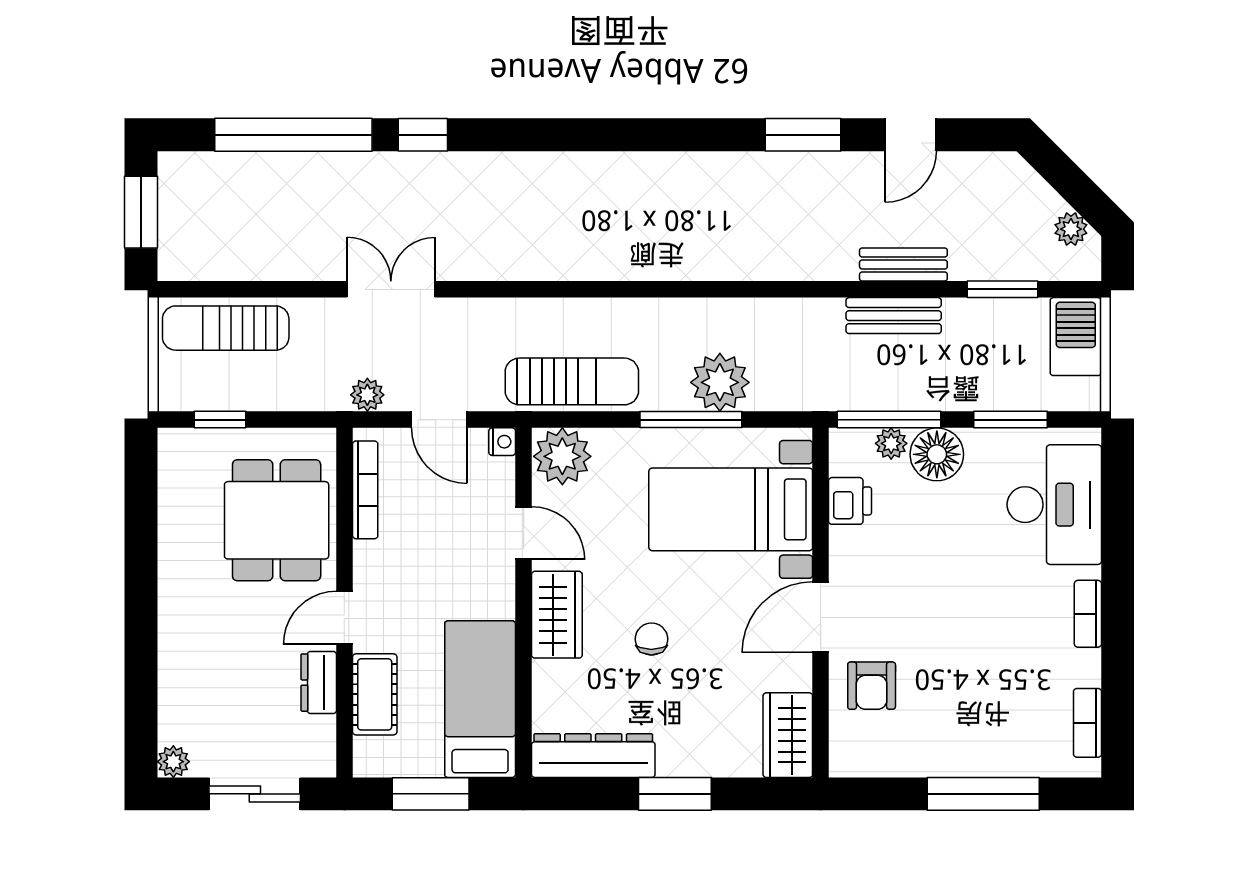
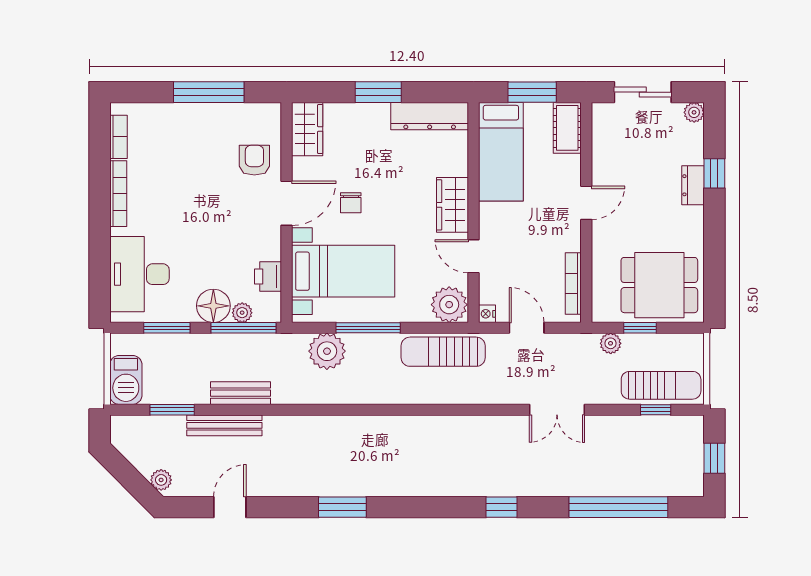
window: (423, 135) -> (501, 507), moved
window: (803, 135) -> (342, 507), moved
window: (141, 212) -> (714, 458), width x0.67
plant: (1071, 229) -> (161, 480), moved
bench: (903, 265) -> (224, 425), width x1.36
window: (234, 289) -> (656, 410), added
plant: (720, 382) -> (327, 351), moved
plant: (367, 395) -> (611, 343), moved
window: (220, 420) -> (640, 328), moved
dining table: (277, 520) -> (659, 285), moved, turned 90
bookcase: (1088, 614) -> (118, 194), width x1.56
chair: (651, 639) -> (351, 203), moved
window: (141, 665) -> (714, 173), added
dresser: (319, 683) -> (693, 185), moved, turned 180
cot: (375, 694) -> (567, 128), moved
window: (983, 794) -> (209, 92), moved

